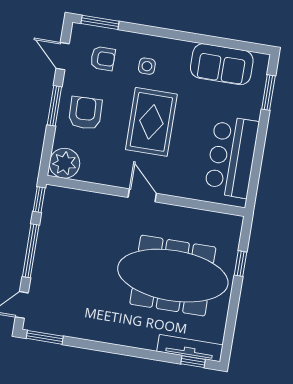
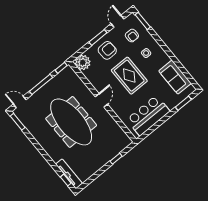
rug: (151, 122) -> (129, 76), turned 90
meeting table: (173, 276) -> (71, 122), moved

